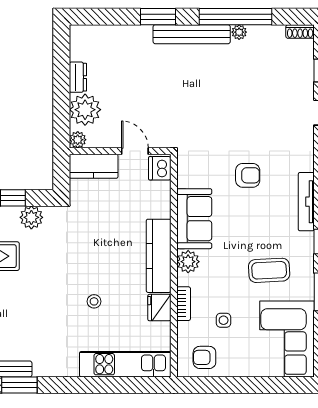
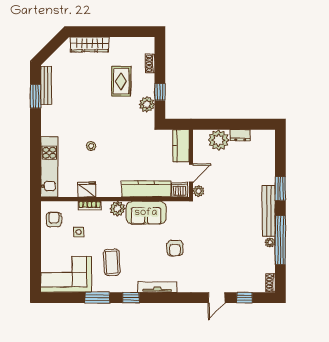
plant: (78, 140) -> (199, 191), moved
kitchen counter: (159, 256) -> (146, 189), moved

